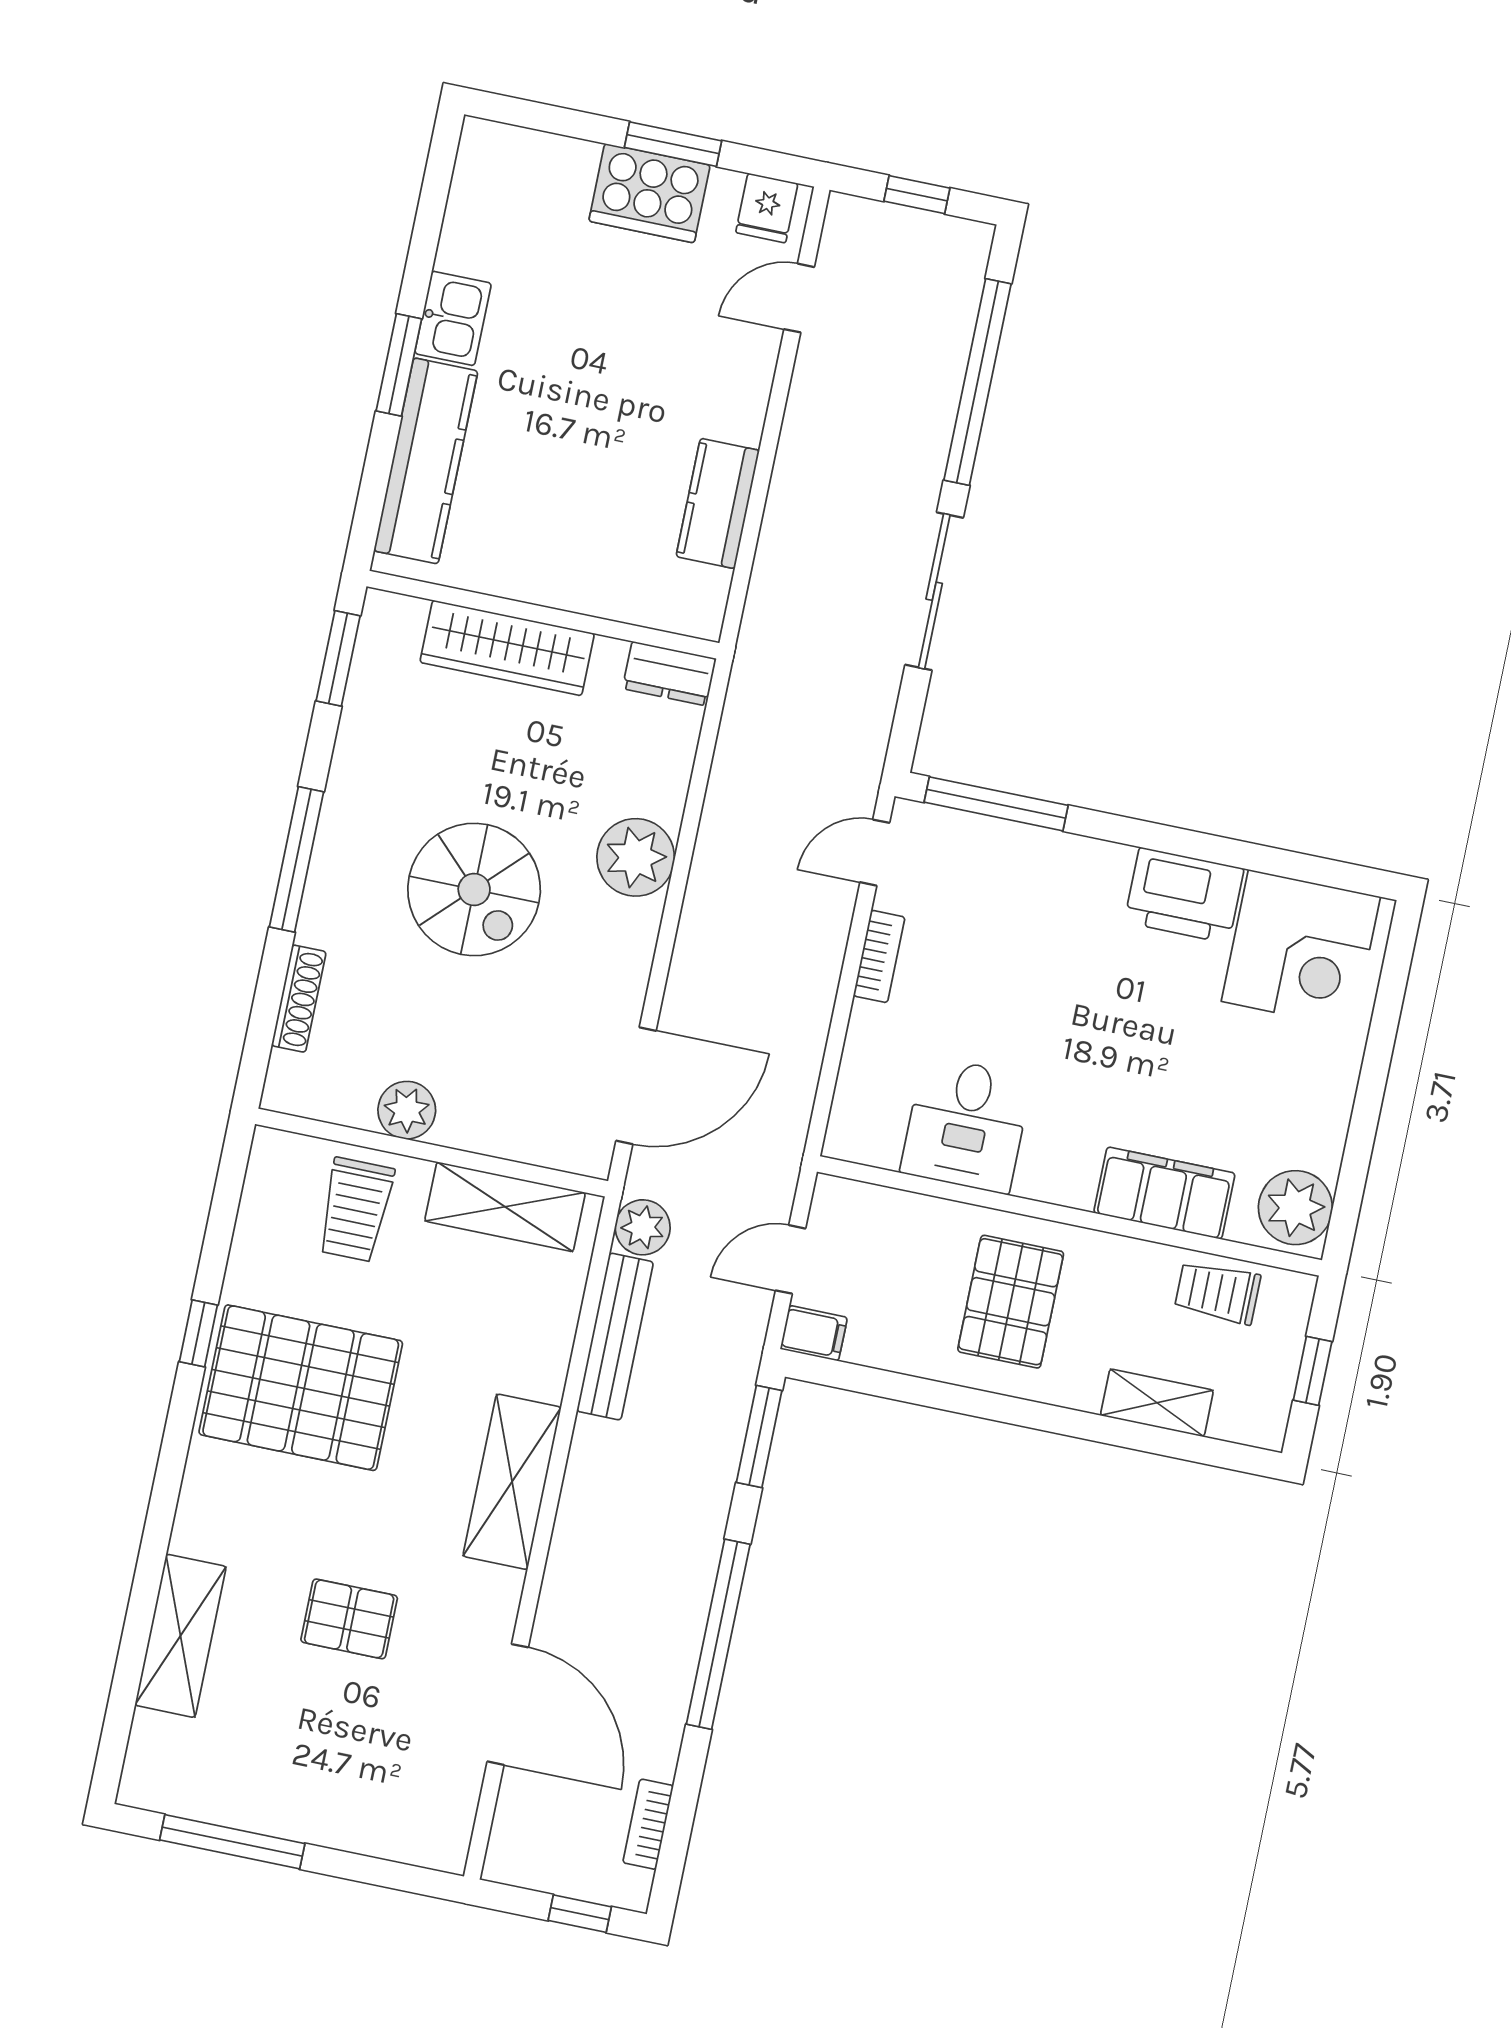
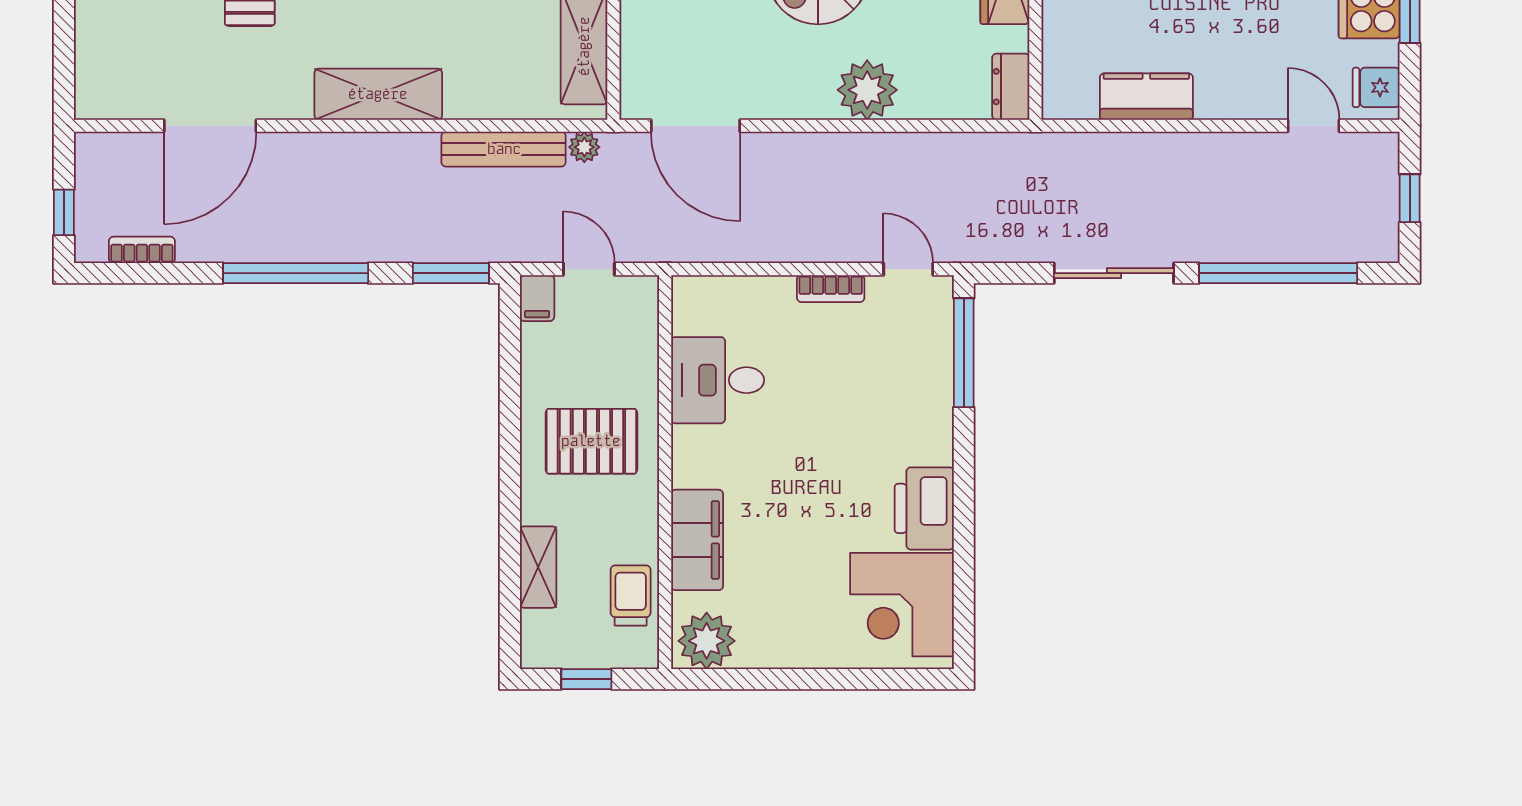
plant: (643, 1227) -> (584, 147), width x0.73, depth x0.73

